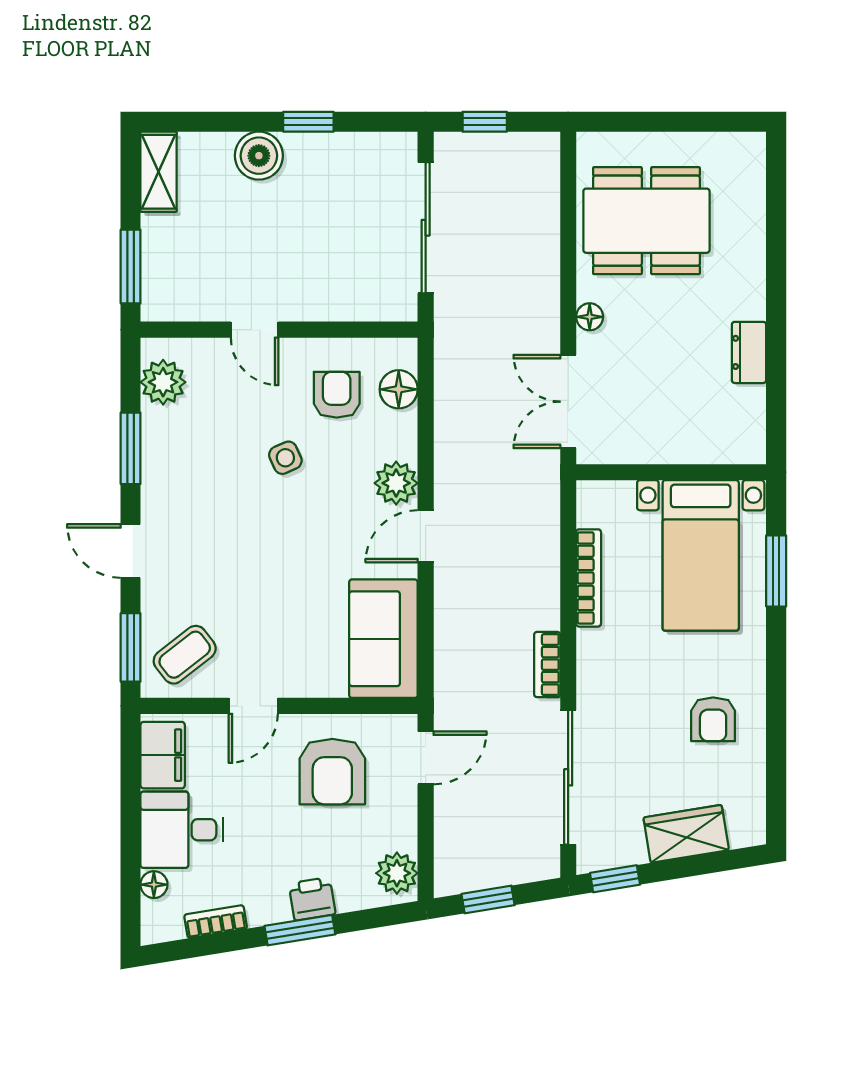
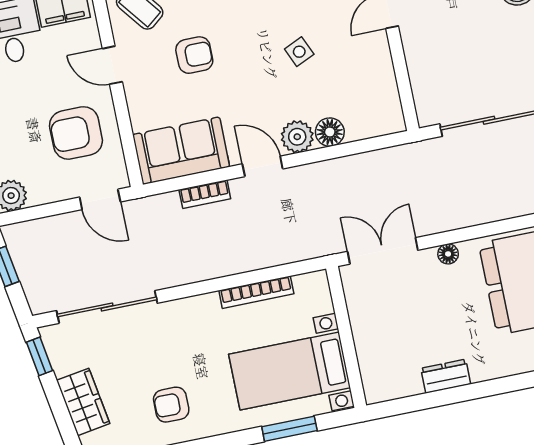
floor lamp: (399, 389) -> (330, 132), moved
armchair: (337, 395) -> (194, 55), moved
bookcase: (547, 665) -> (205, 194), moved, turned 180

